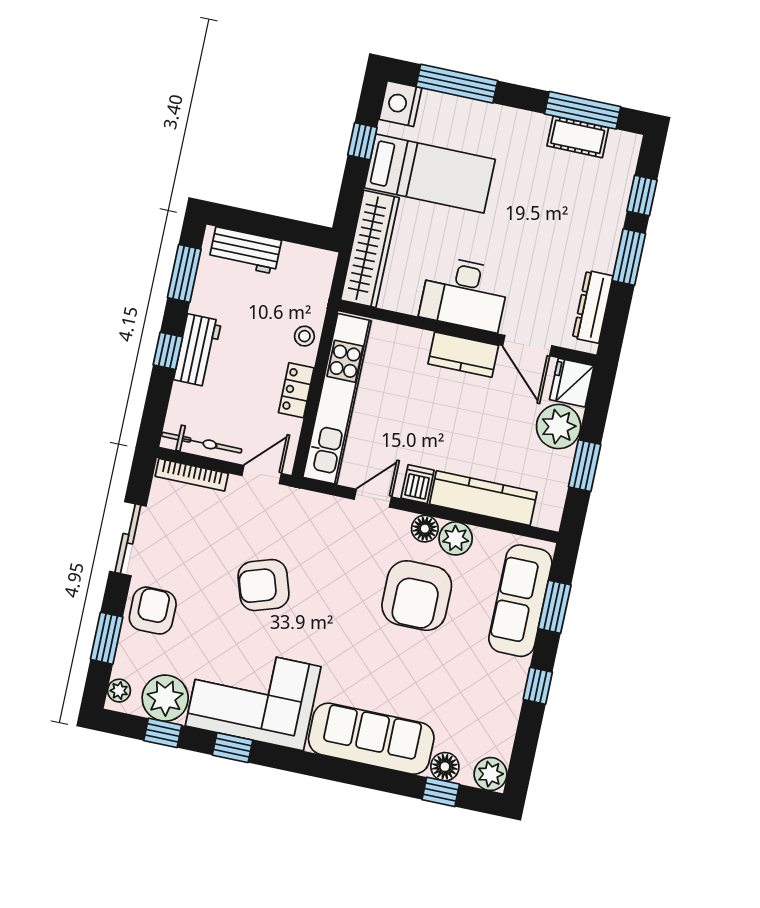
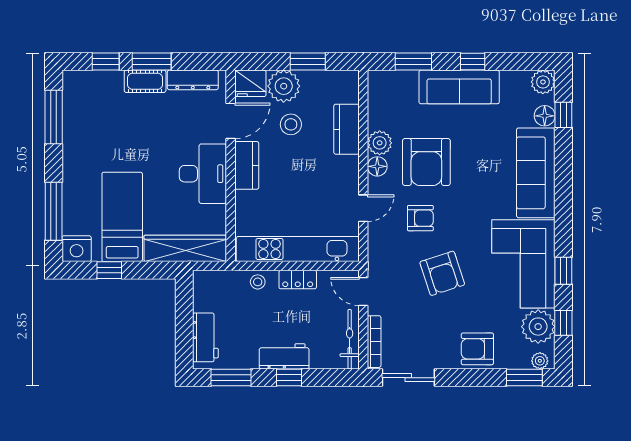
cot: (578, 137) -> (145, 81), moved, turned 90
stool: (505, 425) -> (291, 124), added
dishwasher: (418, 484) -> (346, 178), removed
door: (373, 498) -> (363, 208), swing flipped
kitchen counter: (483, 498) -> (346, 129), width x0.67
sliding door: (128, 539) -> (408, 378), moved
armchair: (343, 572) -> (420, 218), added
armchair: (417, 596) -> (426, 162), turned 90
sofa: (520, 601) -> (459, 87), moved
window: (107, 638) -> (524, 378), moved

